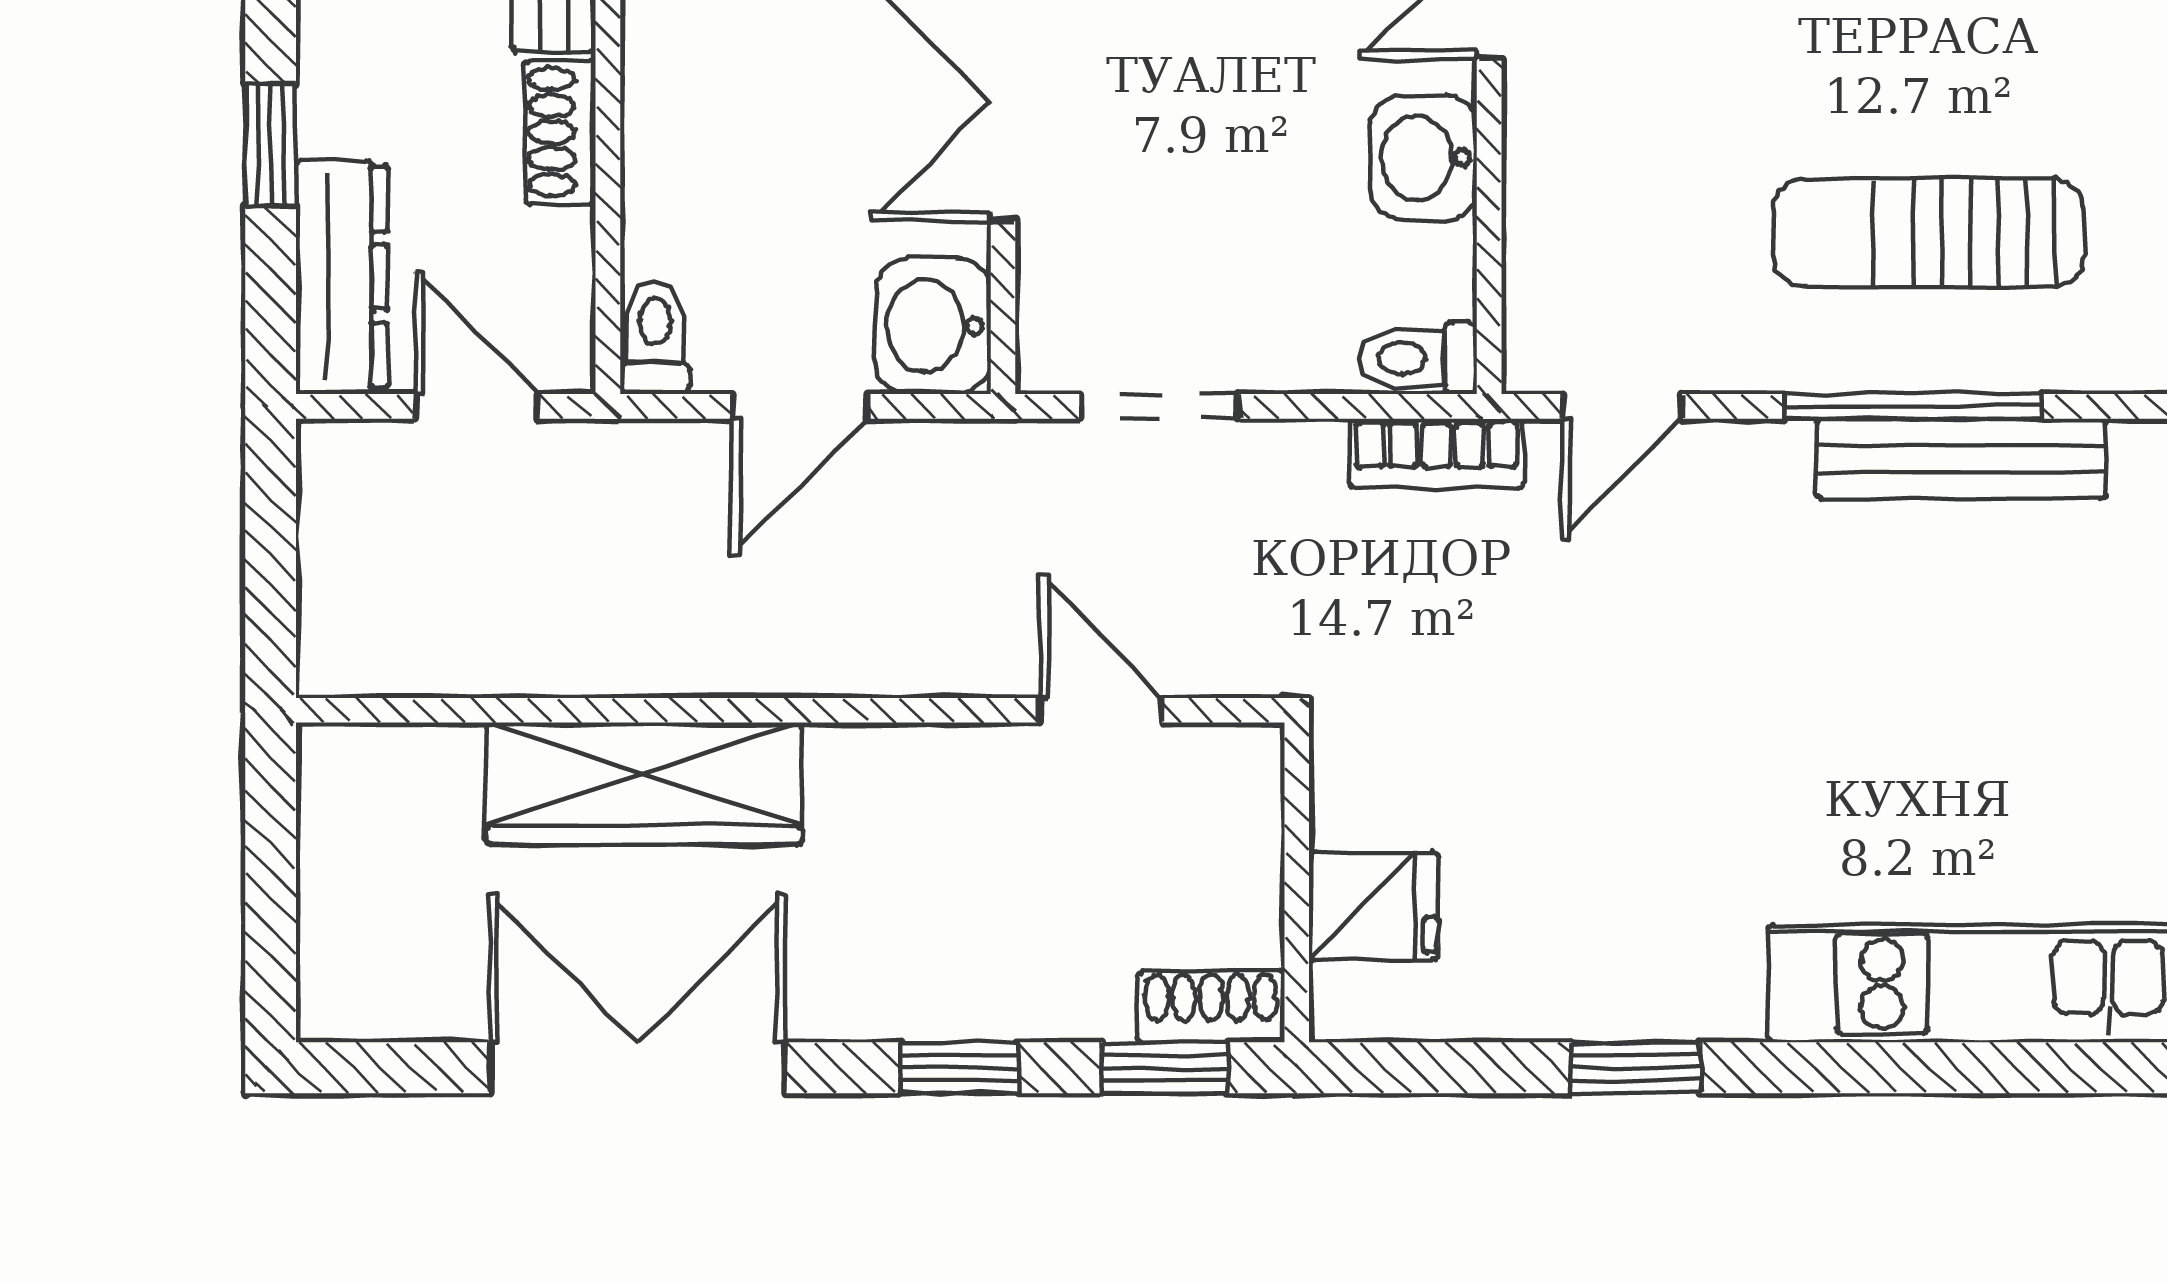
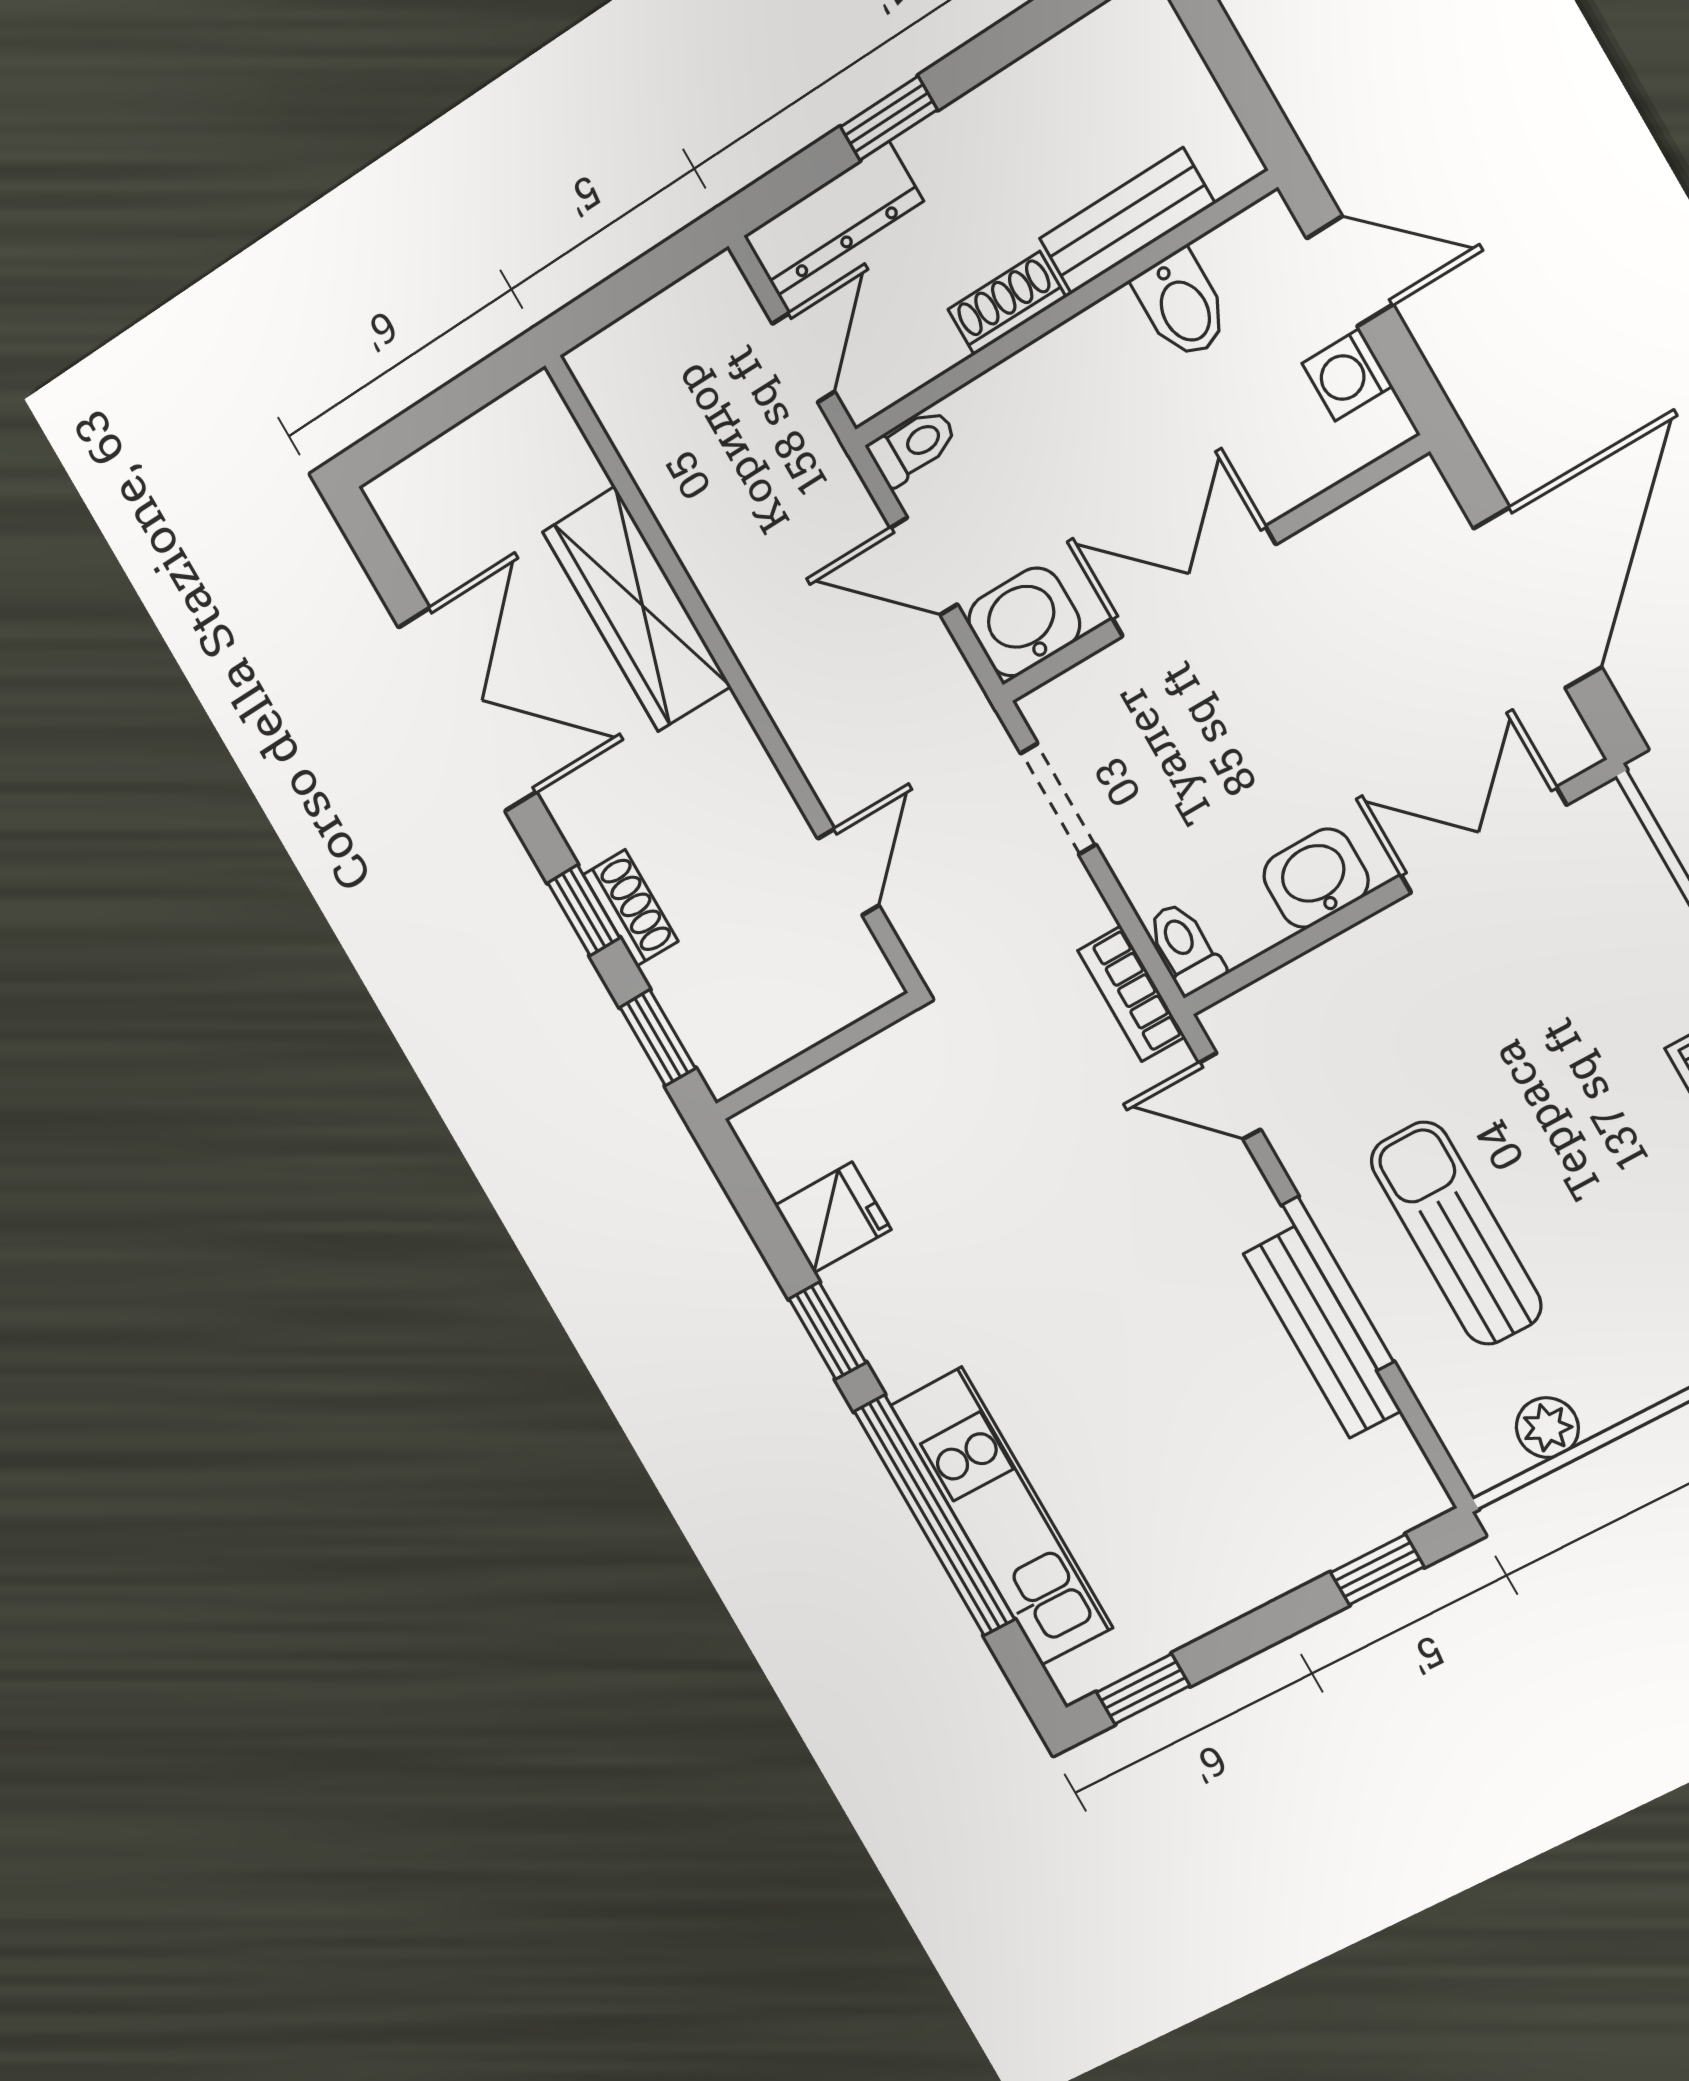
fridge: (1373, 906) -> (833, 1217), moved, turned -90
shoe rack: (1211, 1007) -> (631, 908), moved
window: (1933, 1068) -> (934, 1515), added

